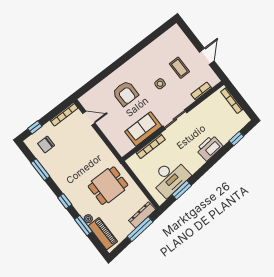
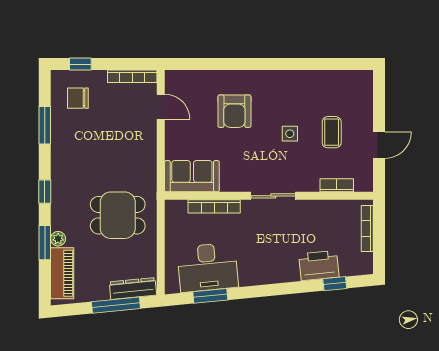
sofa: (143, 129) -> (192, 176), moved
printer: (209, 148) -> (319, 266), moved

